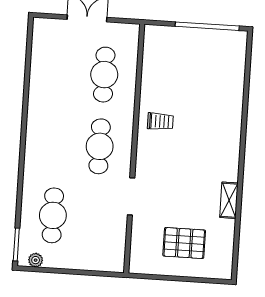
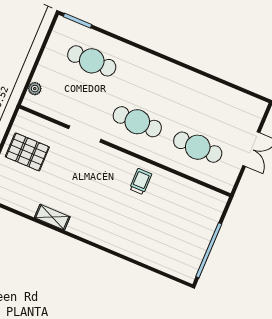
trolley: (160, 121) -> (141, 182), turned 180
pallet: (184, 243) -> (27, 152), moved, turned 90
plant: (36, 260) -> (35, 89), moved

